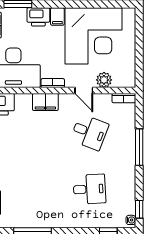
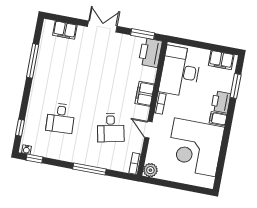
plant: (104, 80) -> (150, 170), moved
door: (84, 91) -> (148, 130), hinge flipped
desk: (89, 132) -> (111, 128), turned -33

